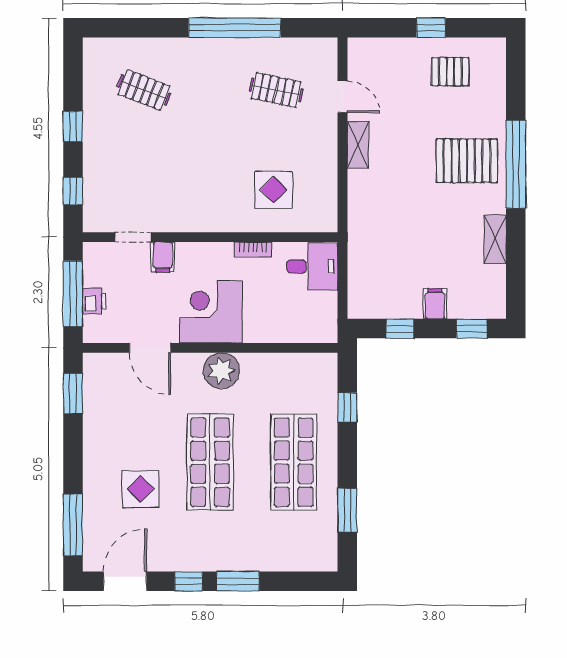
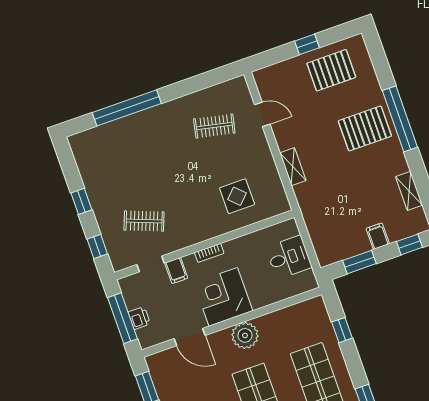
window: (235, 28) -> (127, 108), moved
pallet: (450, 72) -> (331, 70), width x1.50, depth x1.42
clothes rail: (144, 90) -> (144, 221), moved
shelving: (358, 145) -> (293, 167), moved
shelving: (495, 239) -> (409, 191), moved
bookcase: (253, 249) -> (209, 253), moved
desk: (312, 267) -> (289, 257), moved
window: (400, 329) -> (359, 262), width x1.50

